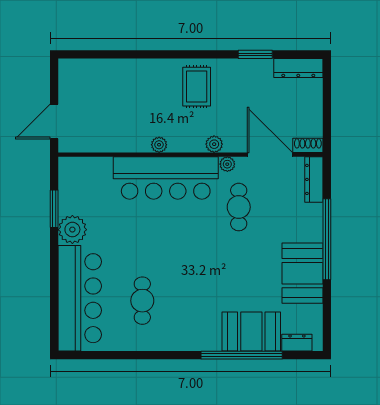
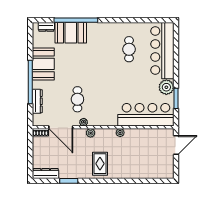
bar counter: (166, 178) -> (146, 115), moved
dresser: (314, 179) -> (37, 101), moved

